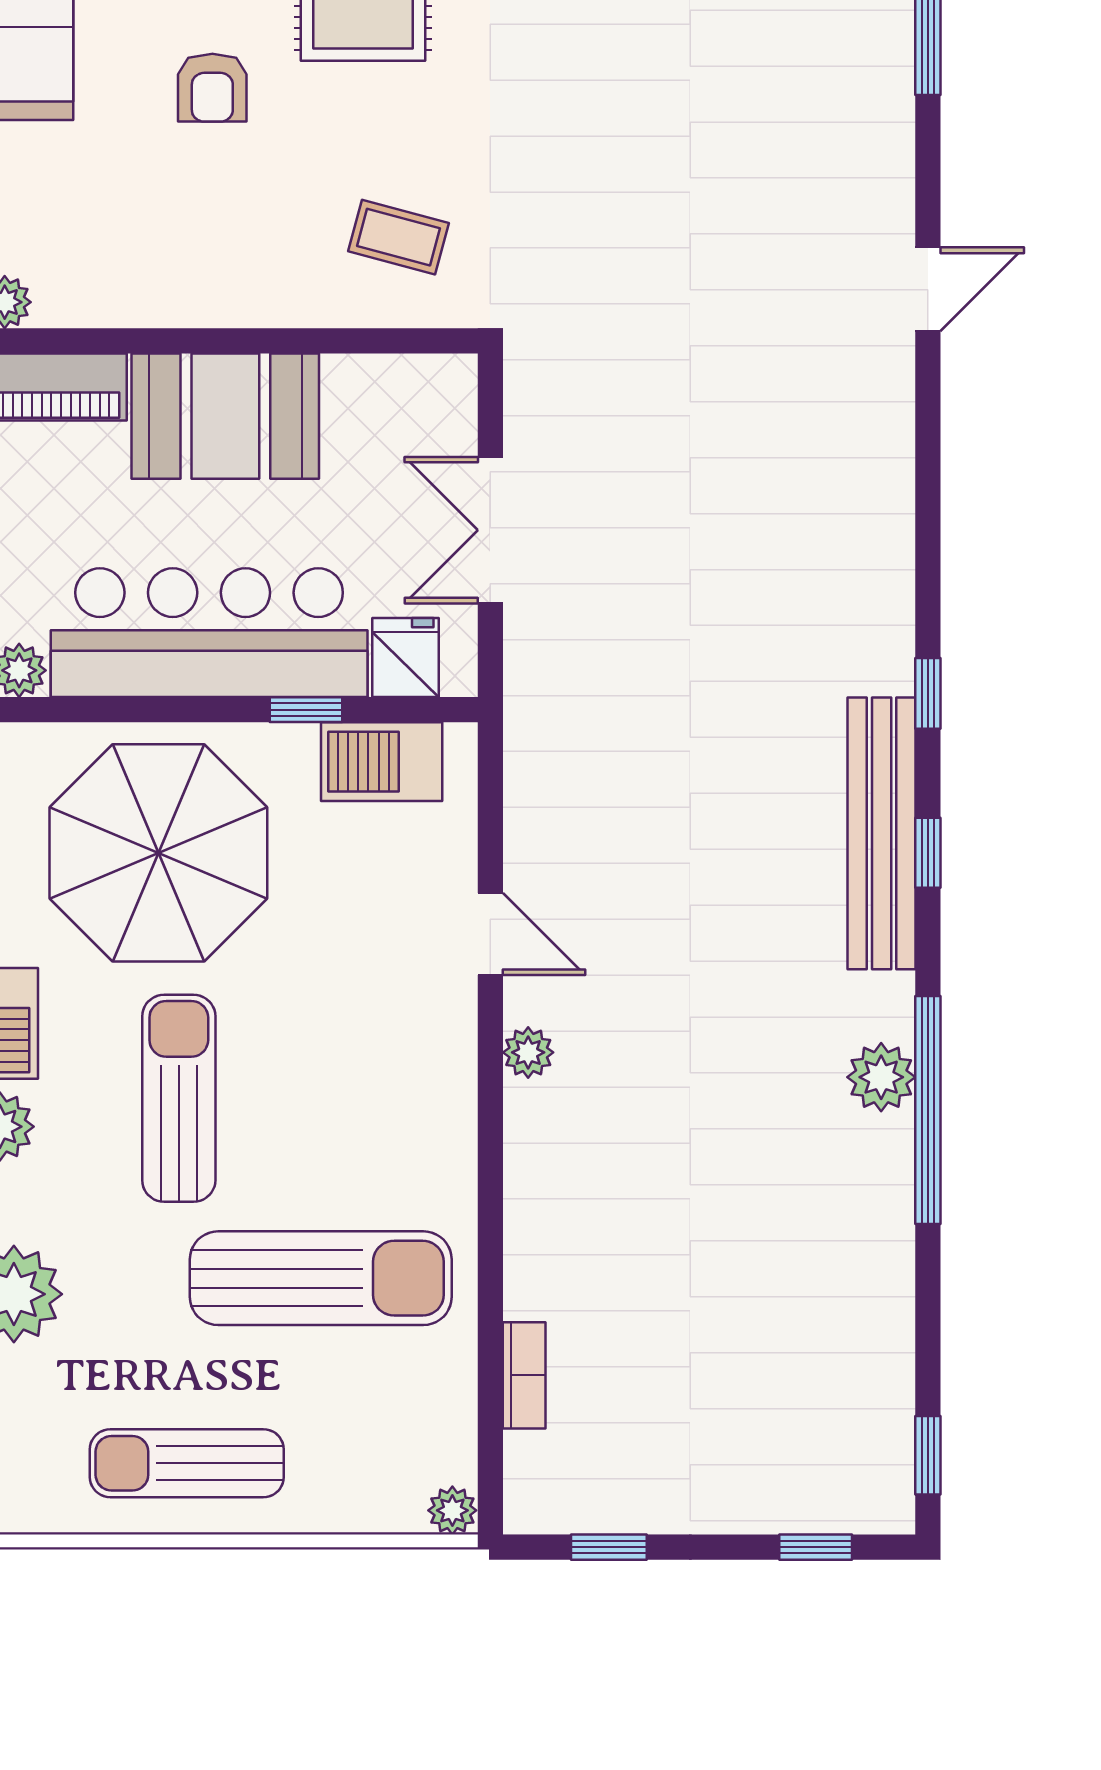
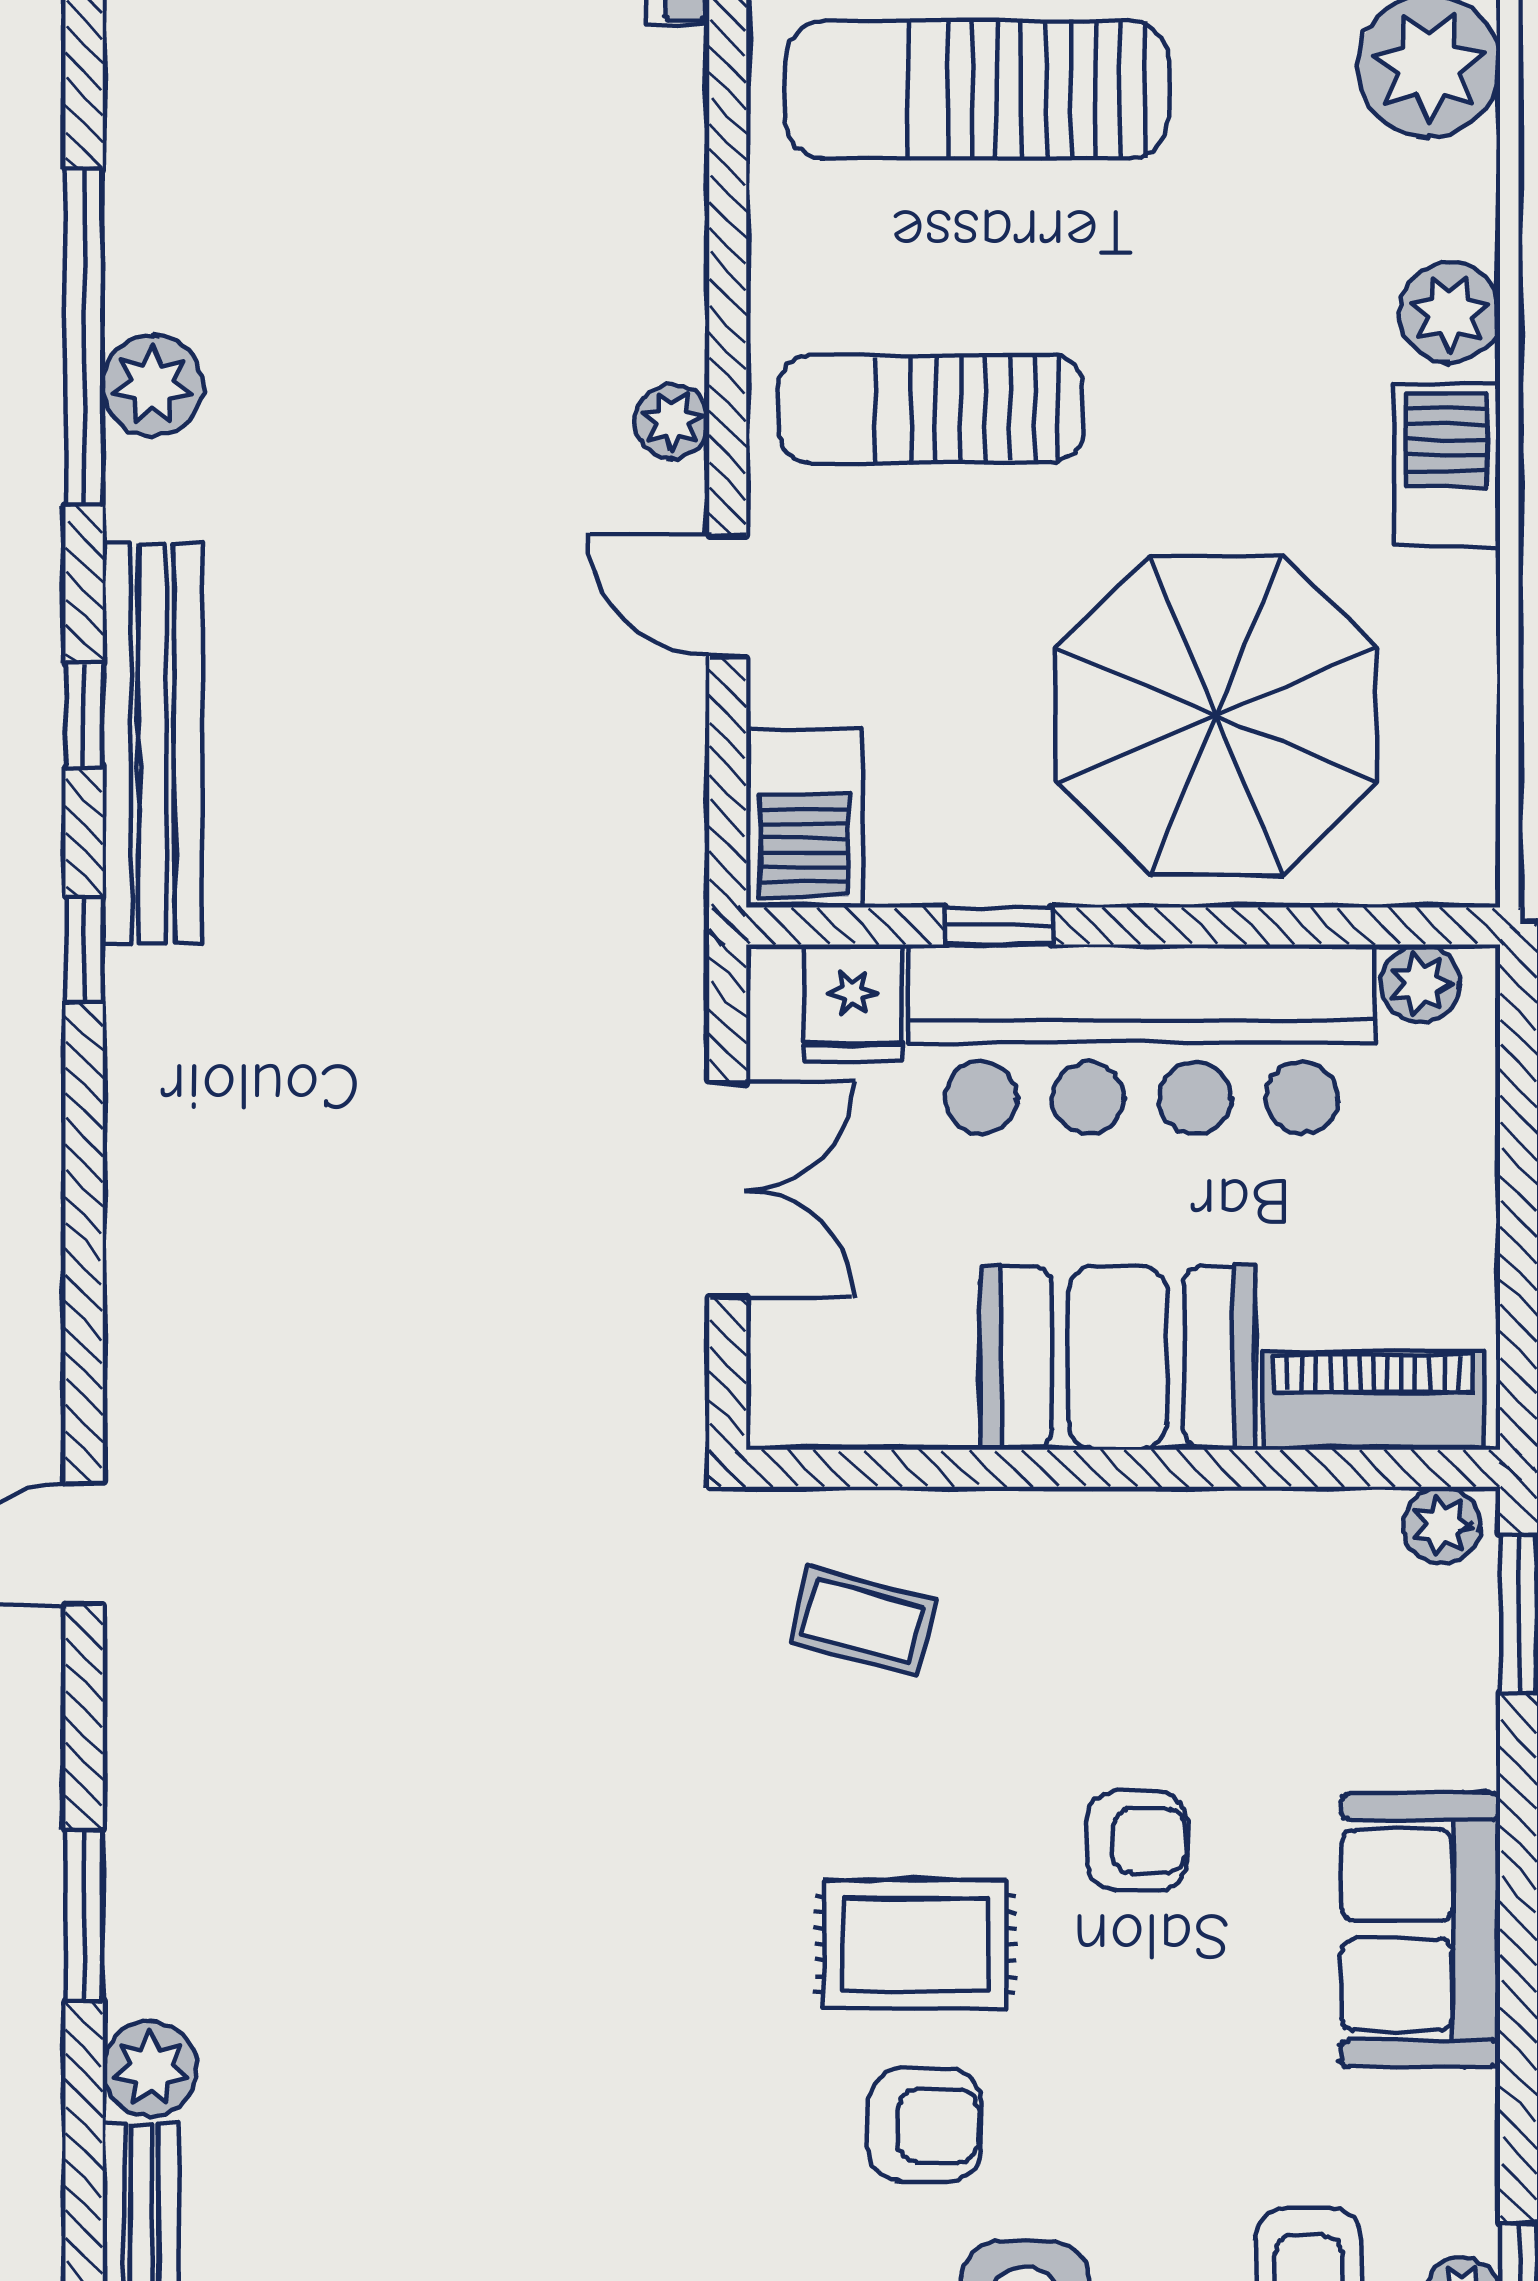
armchair: (212, 88) -> (1137, 1841), turned 90
barbecue: (382, 762) -> (804, 819), moved, turned 90
sun lounger: (179, 1098) -> (931, 409), moved, turned 90

